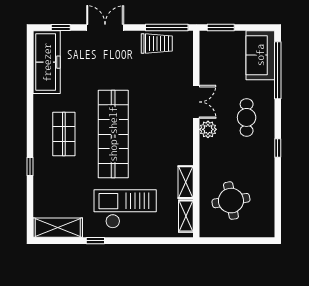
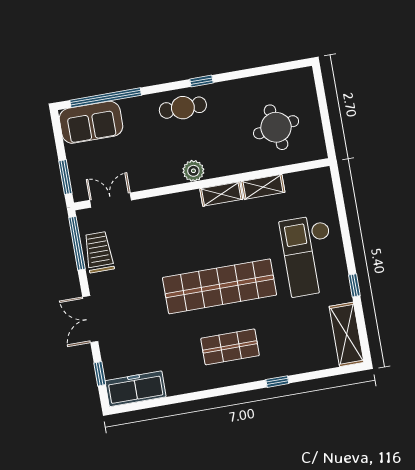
freezer: (47, 62) -> (136, 389), width x0.73, depth x0.79
double door: (196, 102) -> (111, 200), moved
cafe table: (247, 117) -> (183, 108), moved
shelving: (186, 216) -> (221, 194), moved

